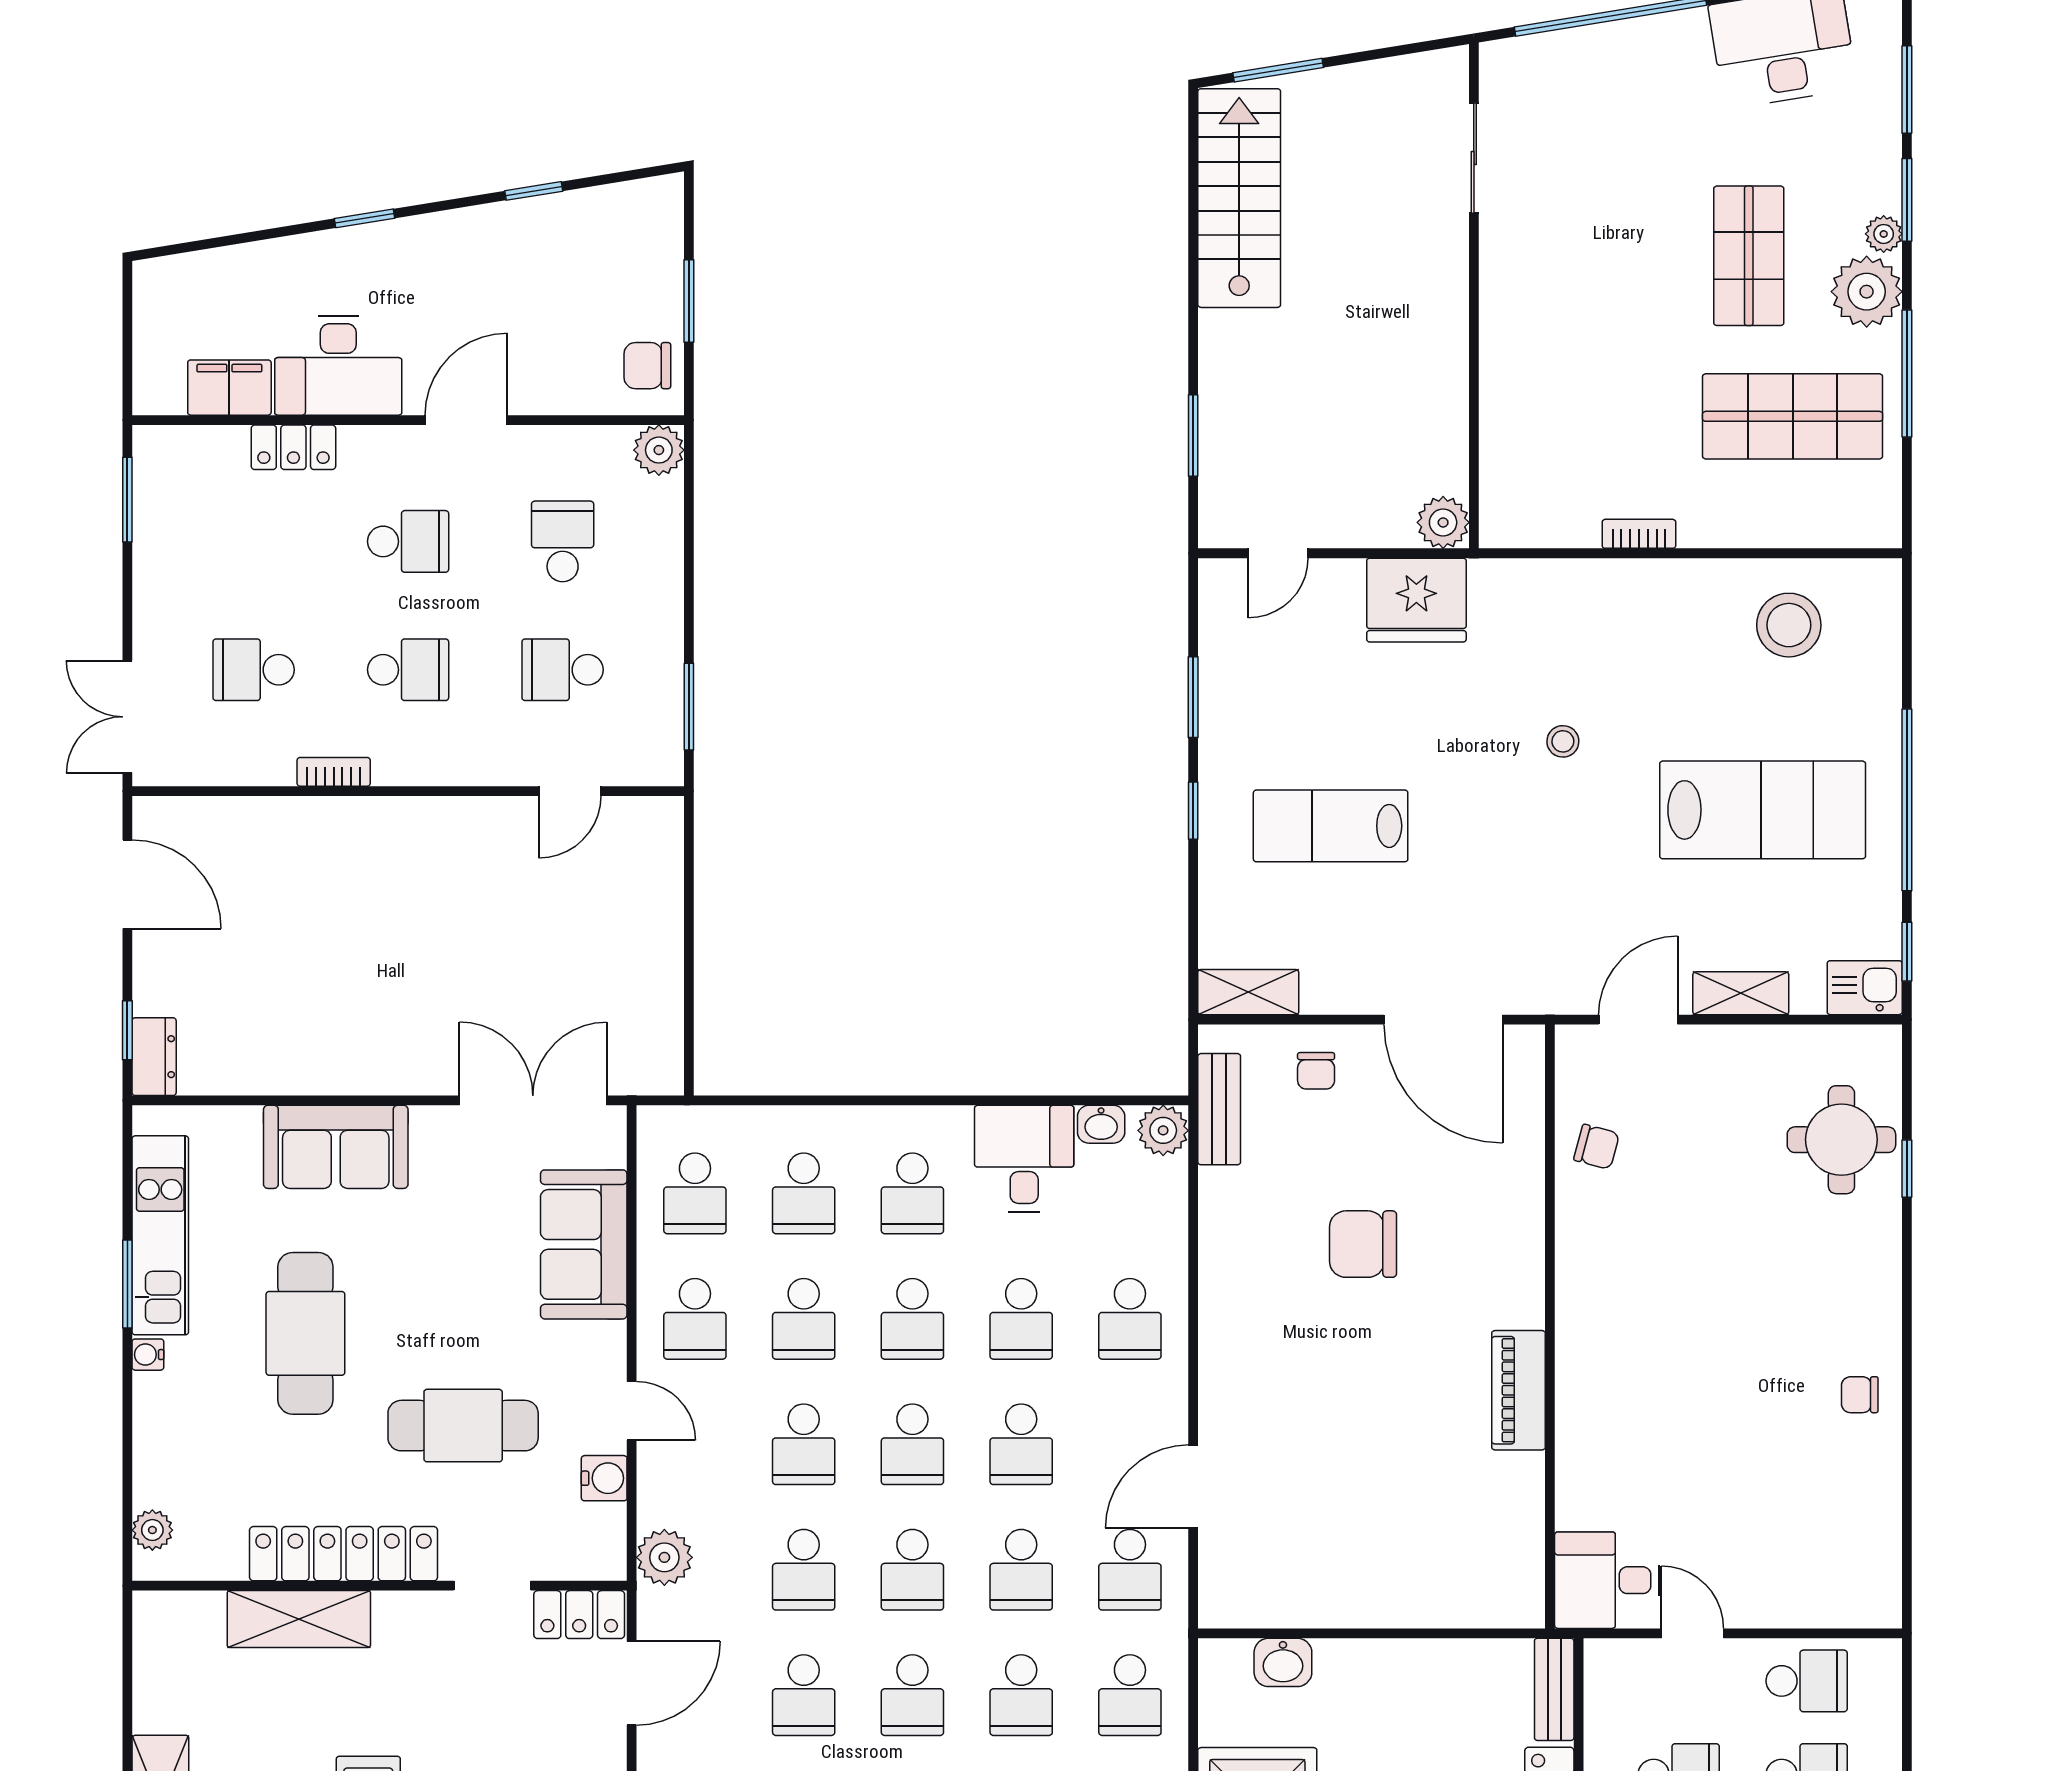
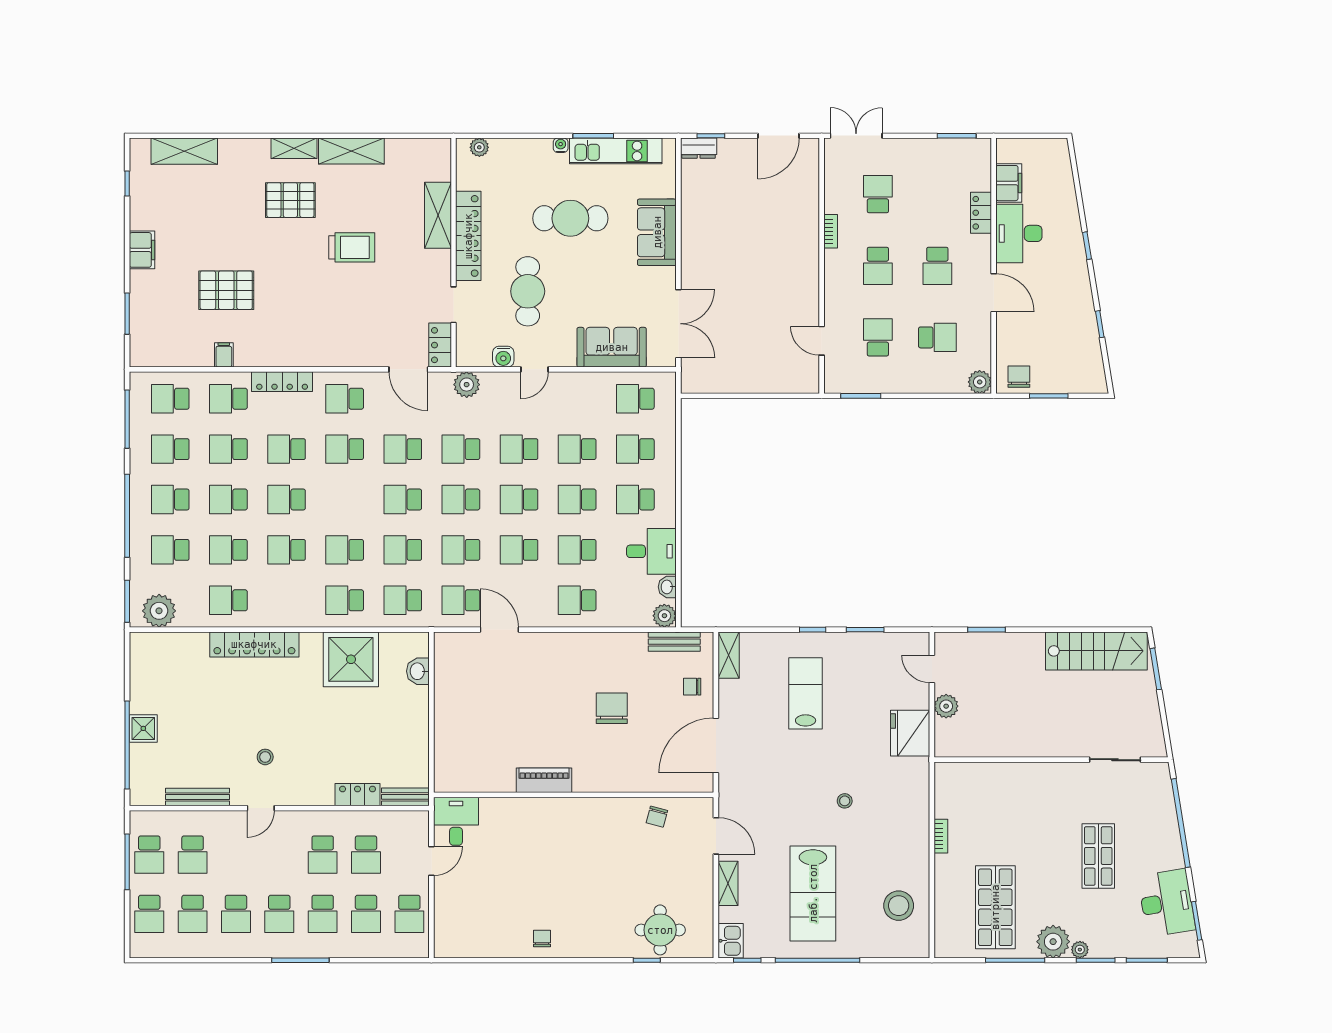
shop shelf: (1749, 256) -> (1098, 856), moved, turned 90
plant: (1443, 522) -> (946, 706), moved
school desk: (695, 1319) -> (577, 399), removed

